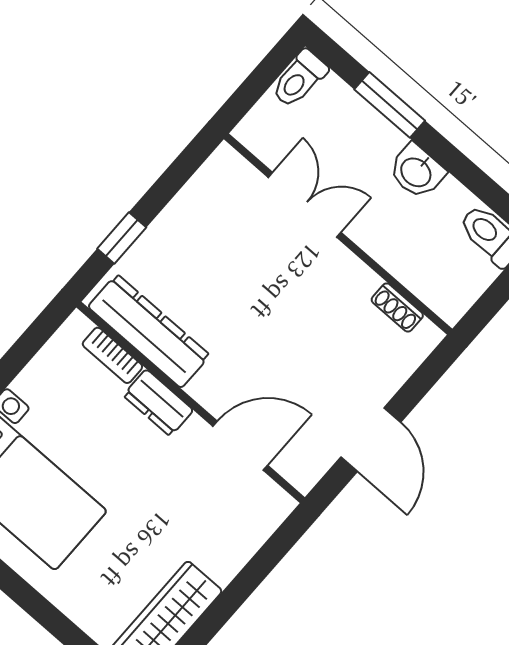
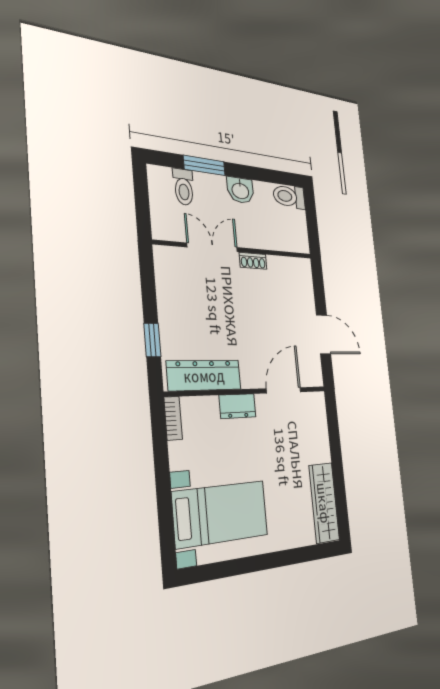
toilet: (299, 79) -> (184, 187), moved
shoe rack: (397, 307) -> (253, 261), moved
bookcase: (112, 355) -> (173, 418), moved, turned -90

